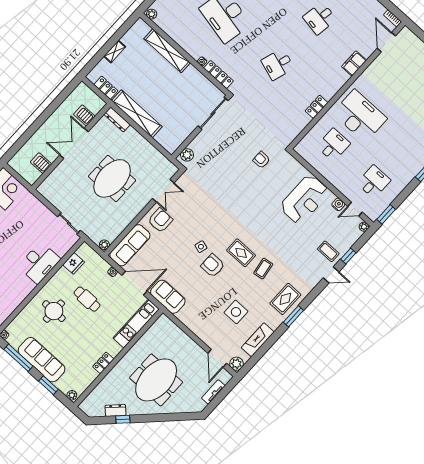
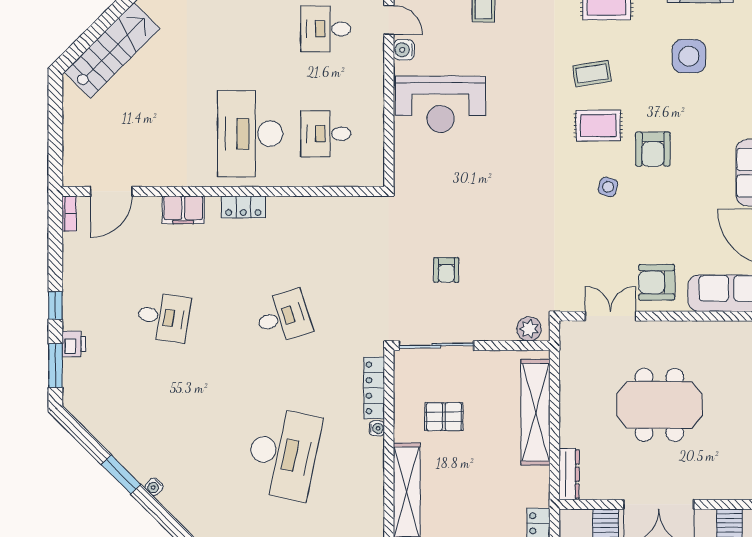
desk: (278, 64) -> (283, 317), turned -36
pallet: (183, 91) -> (444, 417), added
locker: (317, 107) -> (243, 207), moved
shelving: (137, 114) -> (535, 412), moved
armchair: (261, 160) -> (446, 270), moved
reception desk: (304, 199) -> (440, 104), turned 180
side table: (201, 247) -> (608, 187), moved
rug: (241, 253) -> (598, 125), turned 90

